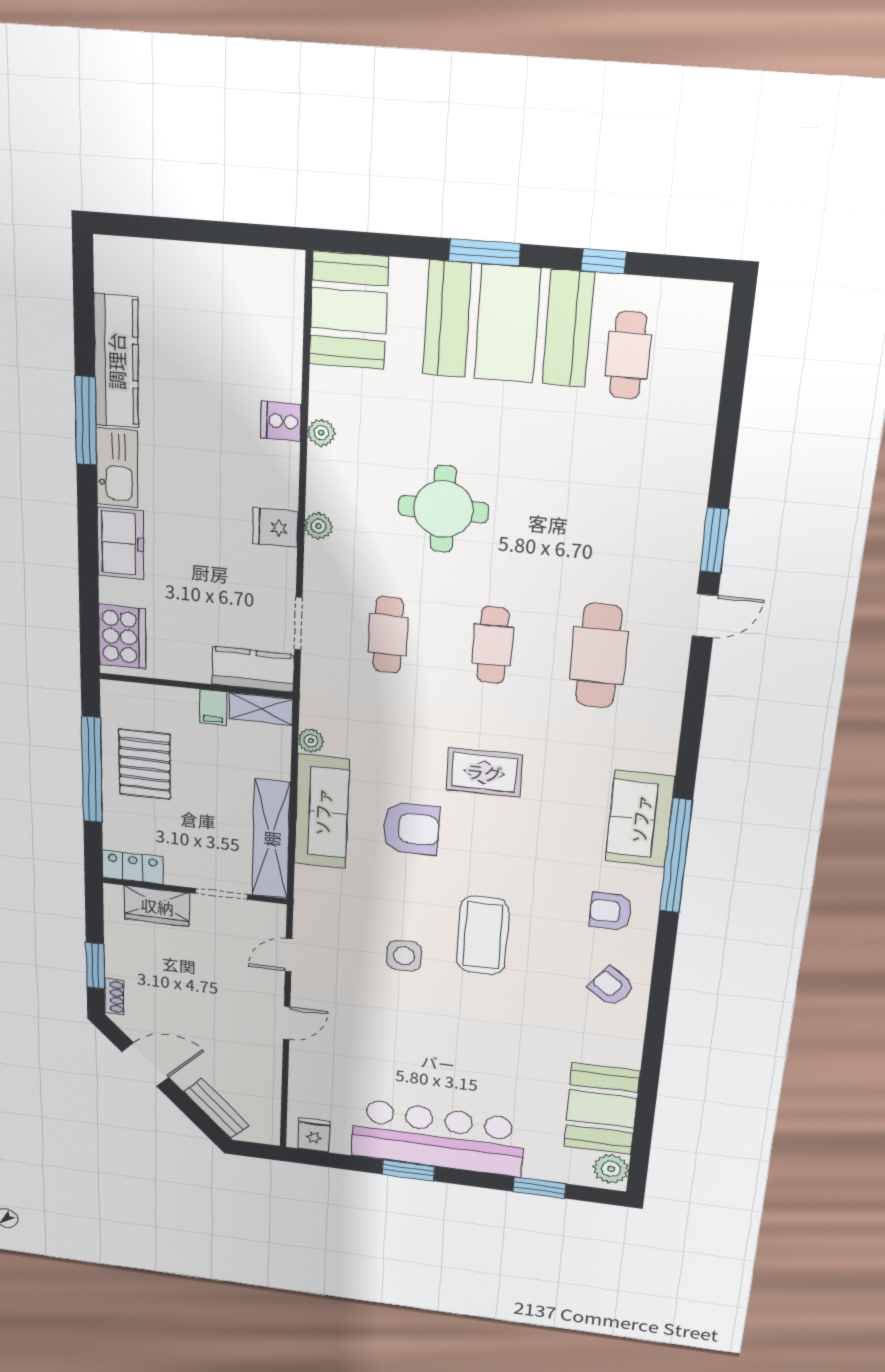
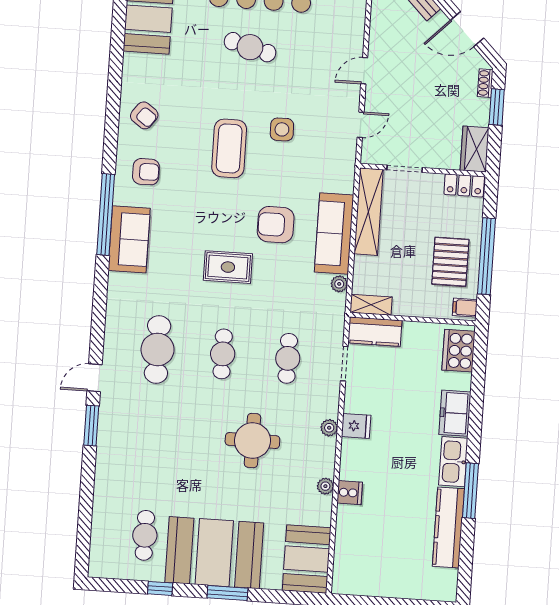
filing cabinet: (213, 707) -> (465, 308), moved, turned -90
wardrobe: (157, 906) -> (475, 149), moved, turned -90
cafe table: (453, 1063) -> (250, 47), added

